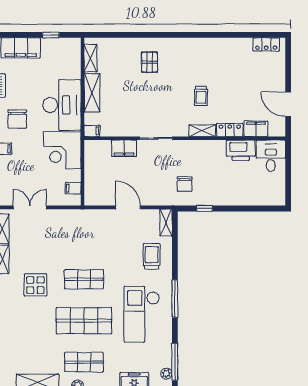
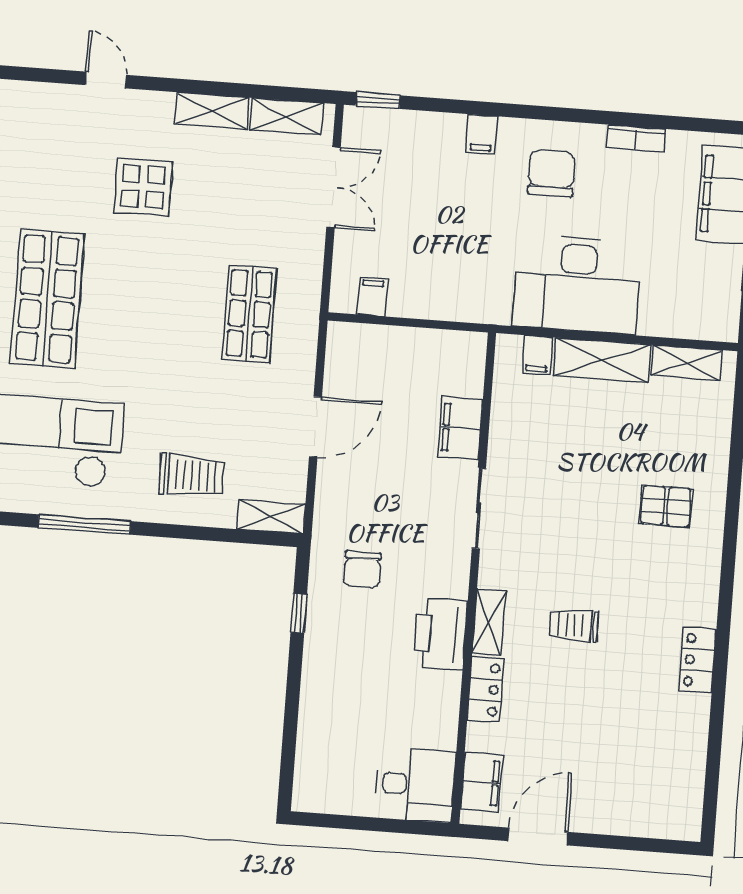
locker: (266, 44) -> (698, 660), moved
chair: (17, 119) -> (551, 173), turned 90
filing cabinet: (256, 129) -> (482, 782), moved
filing cabinet: (92, 131) -> (537, 355), moved
corner desk: (62, 150) -> (467, 277), removed
printer: (241, 150) -> (440, 634), moved
chair: (185, 184) -> (362, 570), turned -90
shop shelf: (84, 279) -> (249, 314), moved

